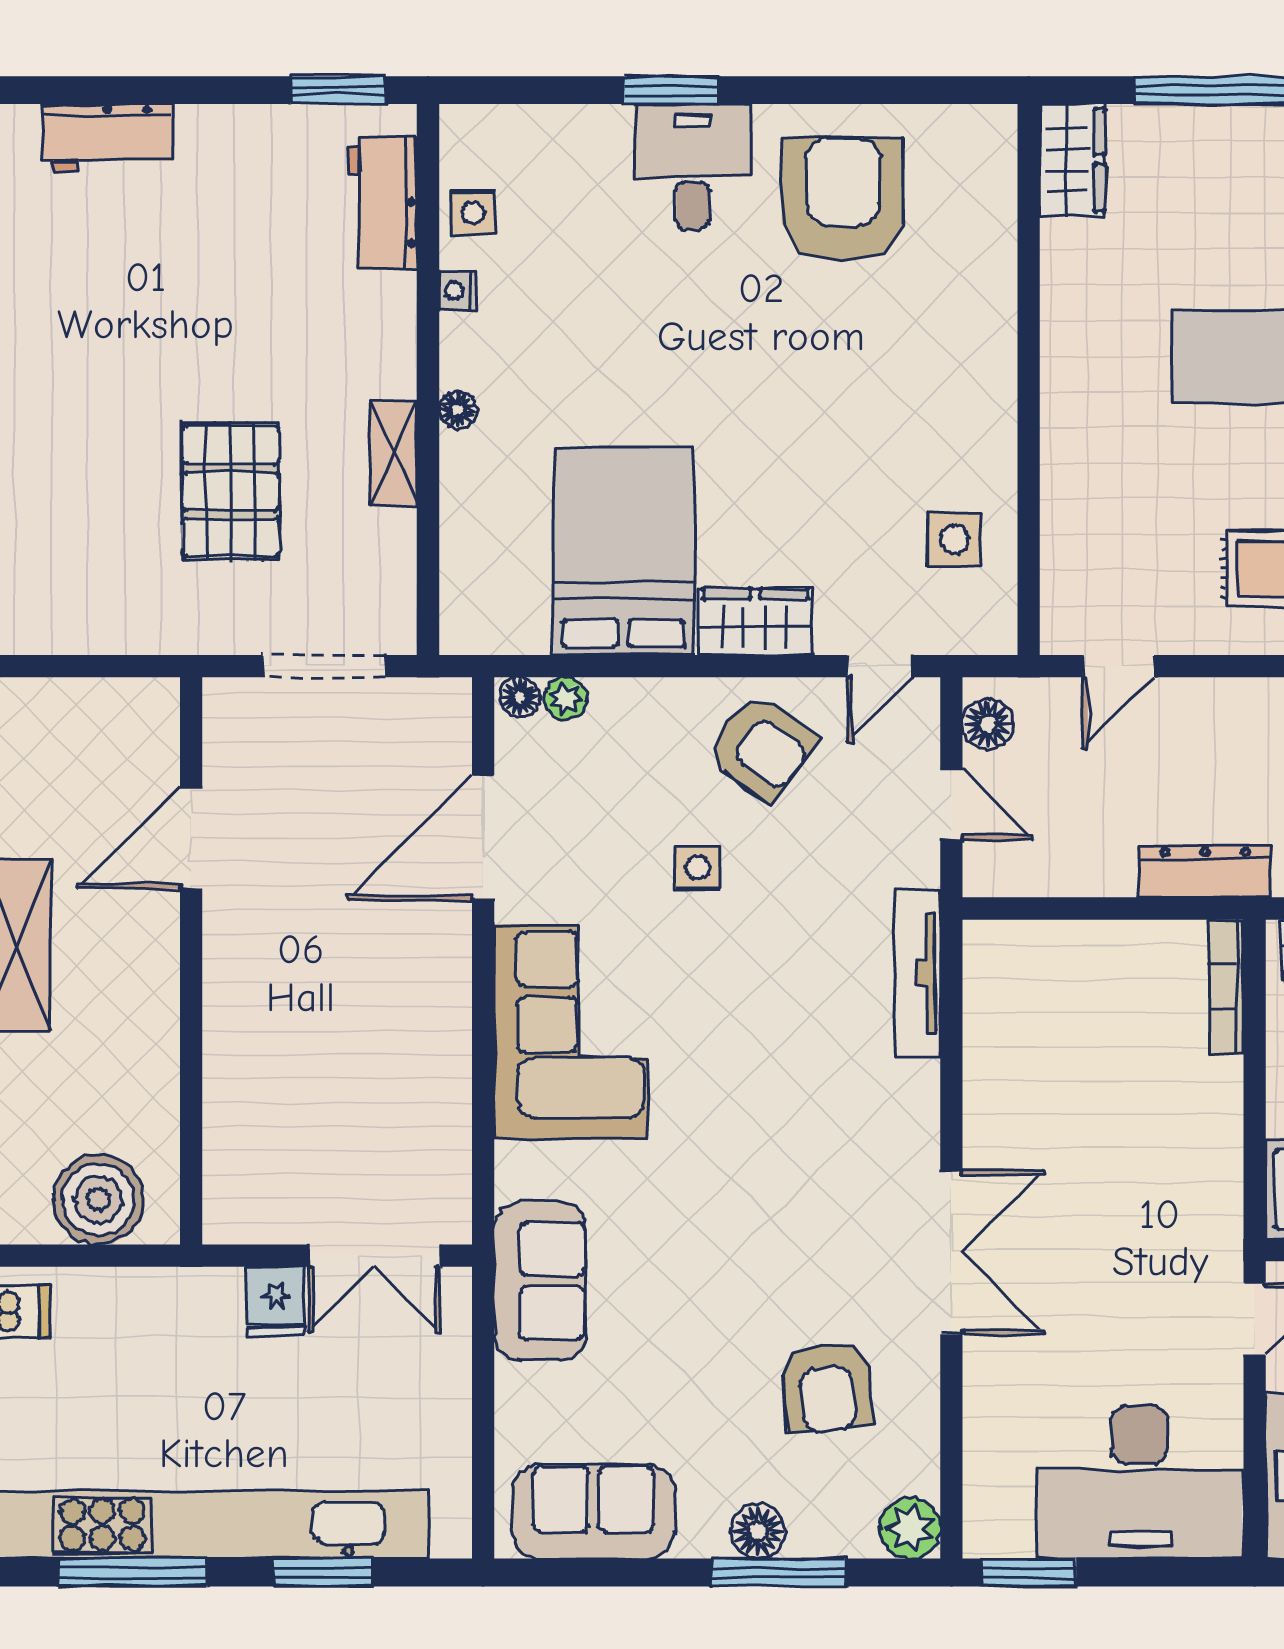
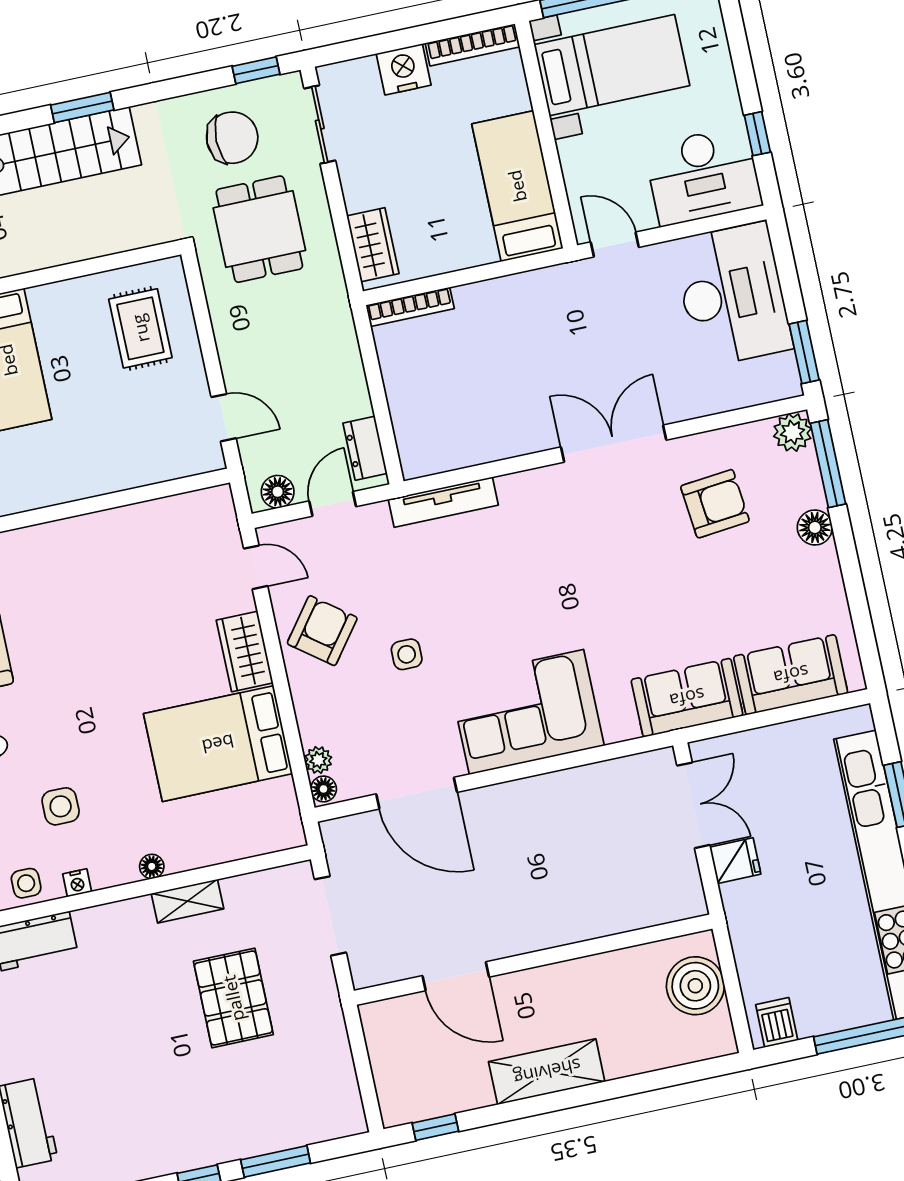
pallet: (231, 491) -> (233, 998), turned 90
side table: (955, 539) -> (61, 806), moved
dresser: (1205, 872) -> (365, 448), moved, width x0.70
sofa: (594, 1512) -> (791, 675), moved, turned 90
window: (779, 1572) -> (828, 464), moved

